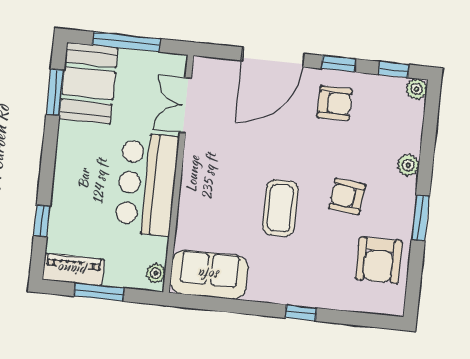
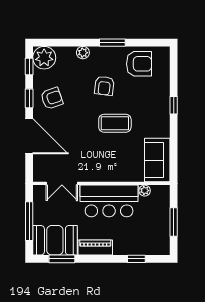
plant: (417, 89) -> (44, 58), width x1.88, depth x1.88
armchair: (335, 103) -> (52, 98), turned 71
piano: (73, 270) -> (95, 247), moved, turned 90
plant: (156, 273) -> (145, 191), moved

